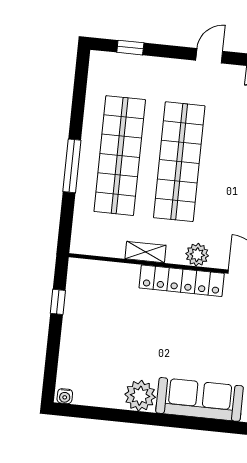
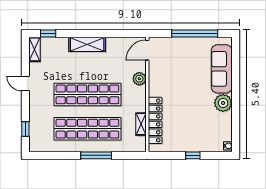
shelving: (145, 252) -> (141, 124), moved
locker: (182, 281) -> (155, 120), moved
window: (58, 302) -> (193, 155), moved

